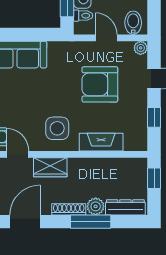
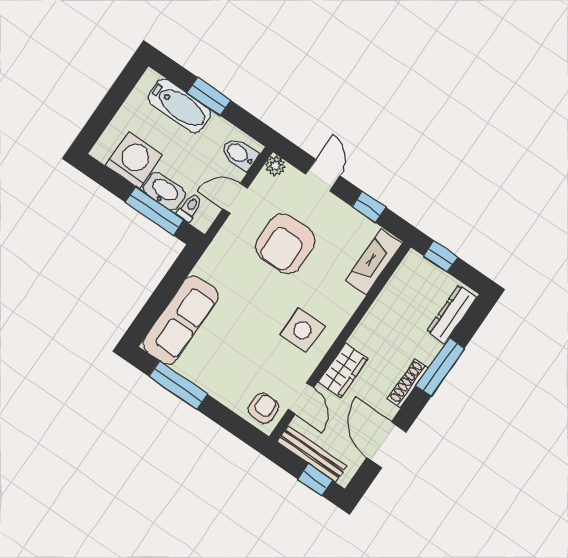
fireplace: (101, 142) -> (374, 262), moved
door: (18, 154) -> (301, 398), swing flipped
plant: (96, 206) -> (426, 349), removed

